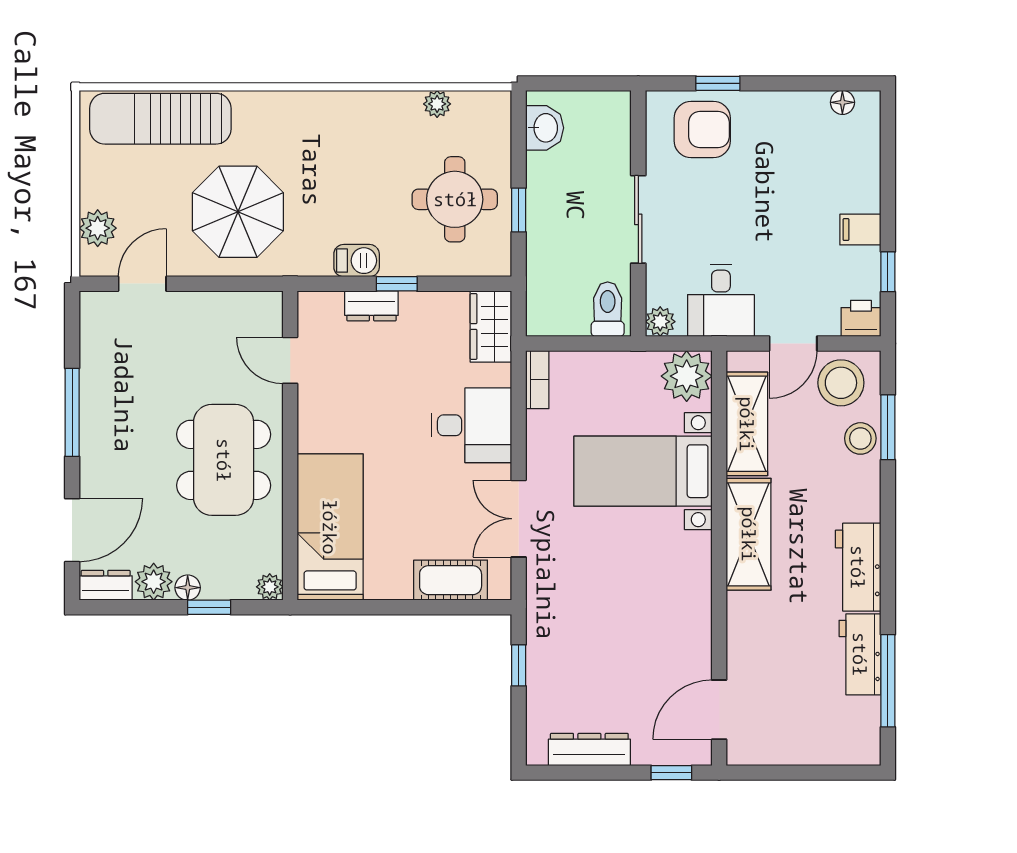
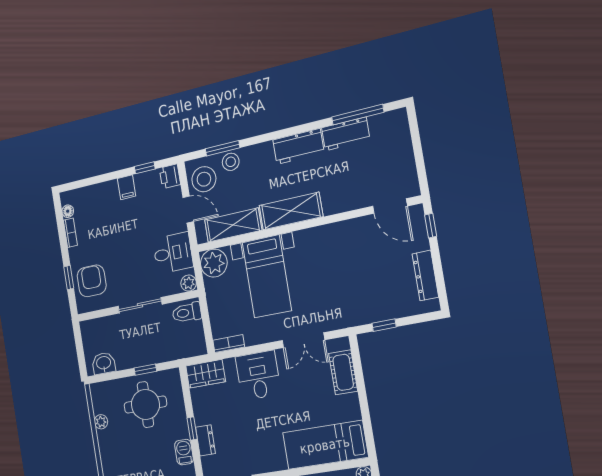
bookcase: (801, 101) -> (70, 233), added

